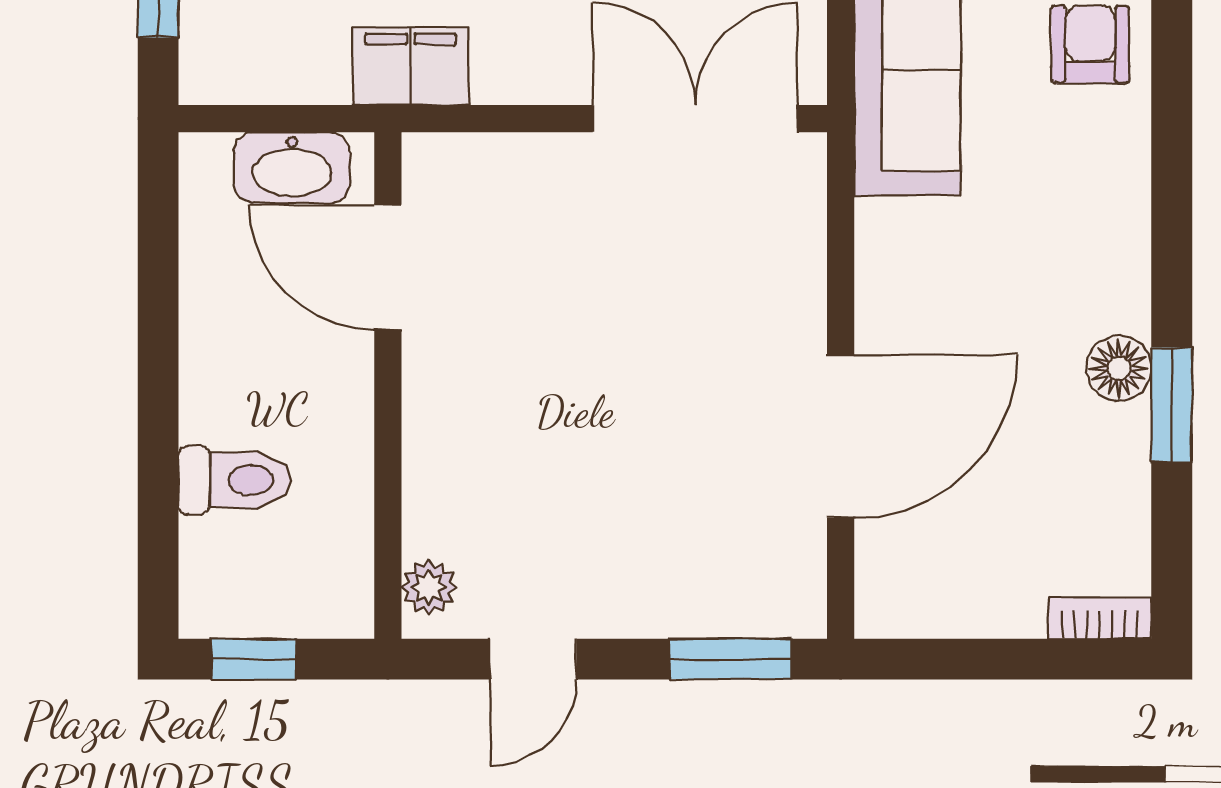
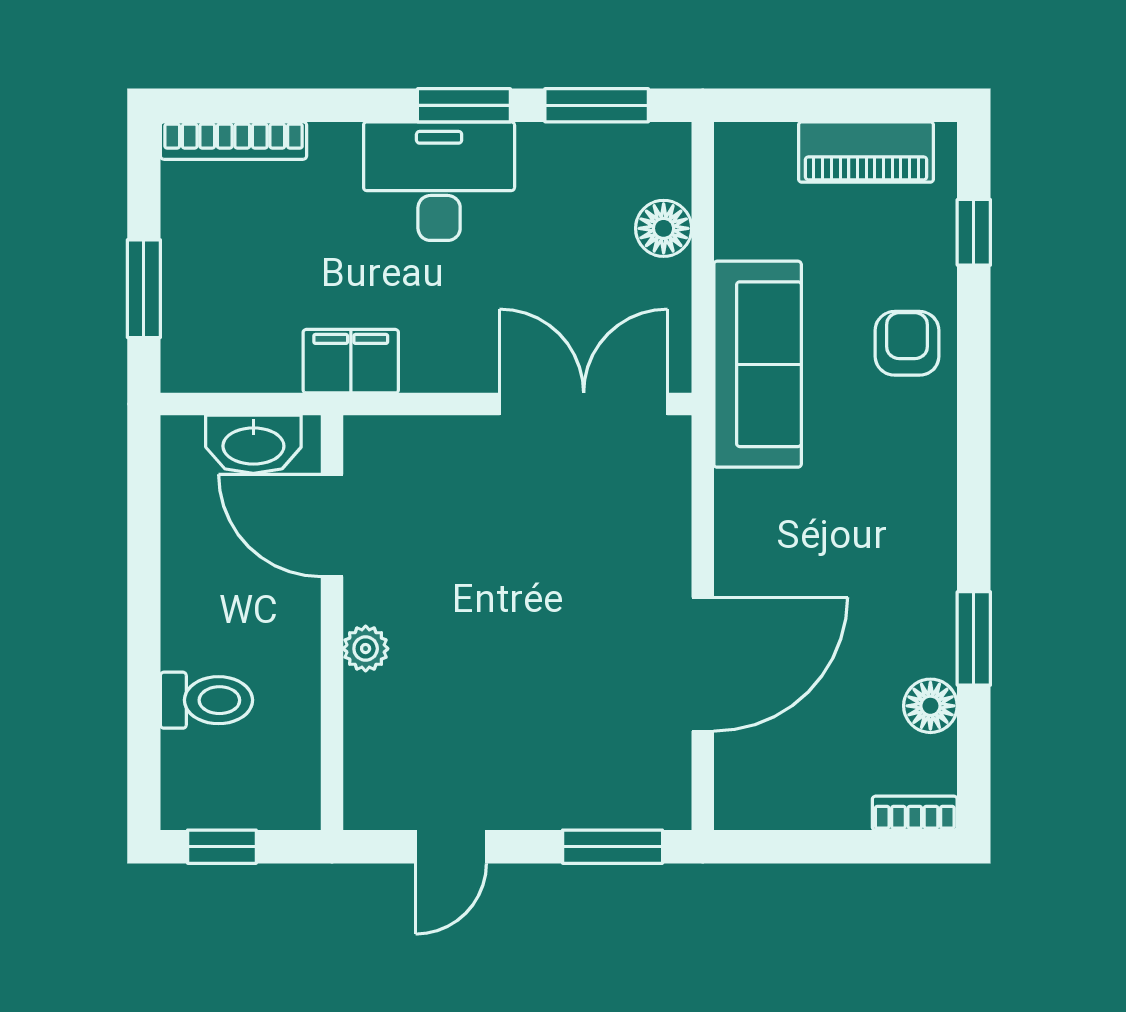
floor lamp: (1119, 368) -> (930, 706), moved
plant: (429, 587) -> (366, 649), moved

